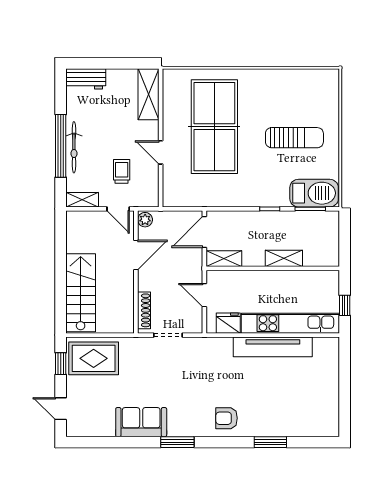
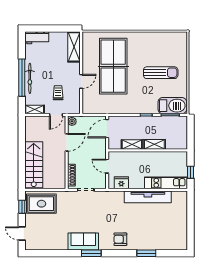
door: (161, 152) -> (81, 81), swing flipped
door: (118, 209) -> (56, 115), hinge flipped
shelving: (224, 259) -> (132, 145), moved
kitchen unit: (290, 323) -> (166, 183), width x0.73
sofa: (141, 422) -> (83, 242), moved

